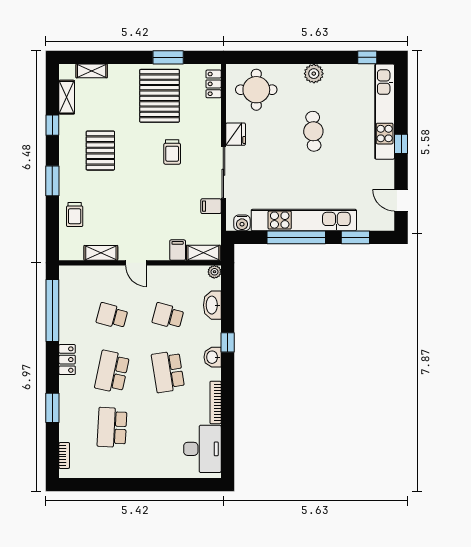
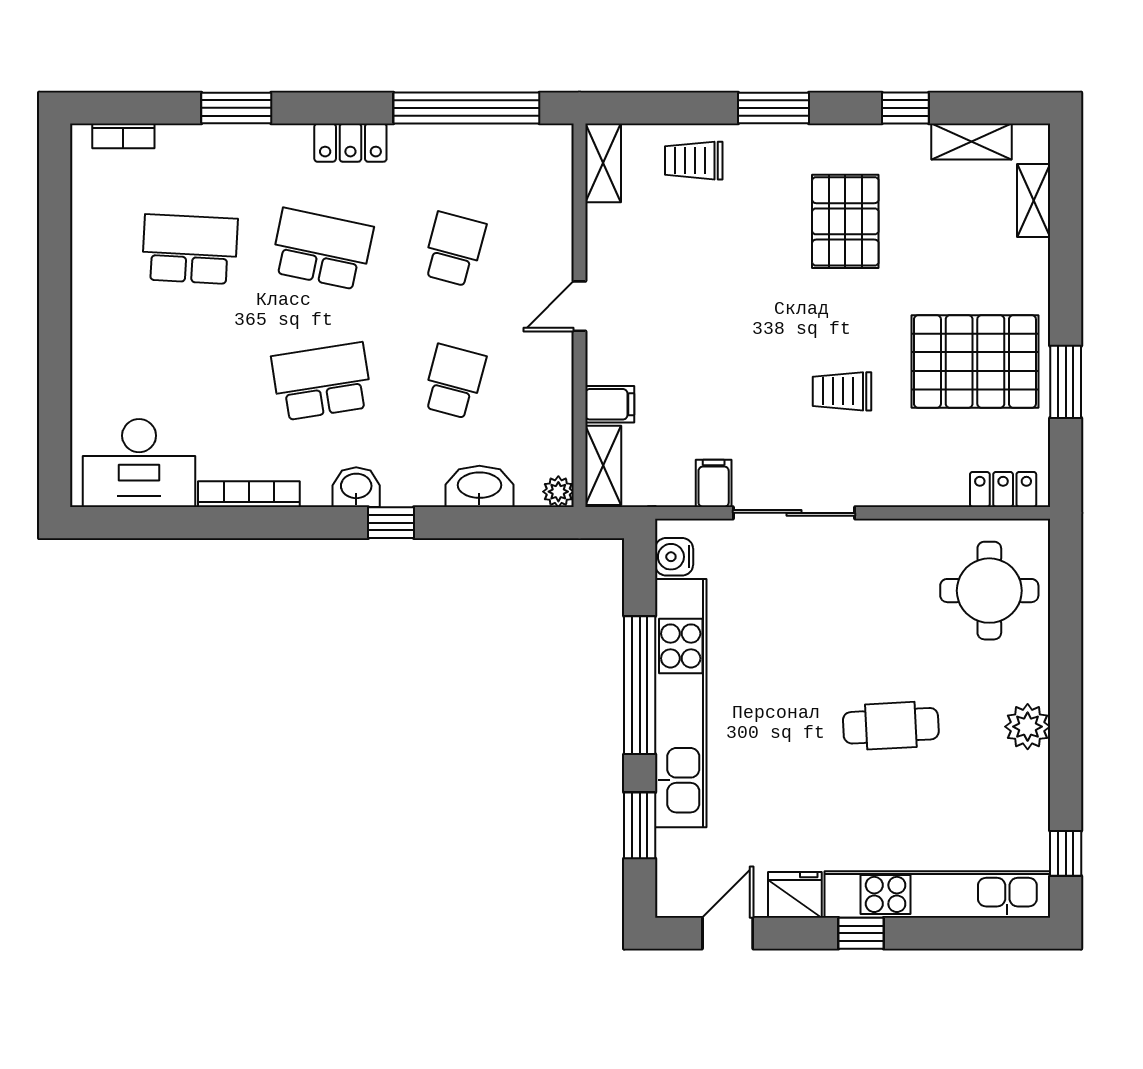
fridge: (236, 134) -> (795, 895), moved, turned 180
pallet: (100, 151) -> (845, 221), turned 90
shelving: (101, 253) -> (603, 163), moved

